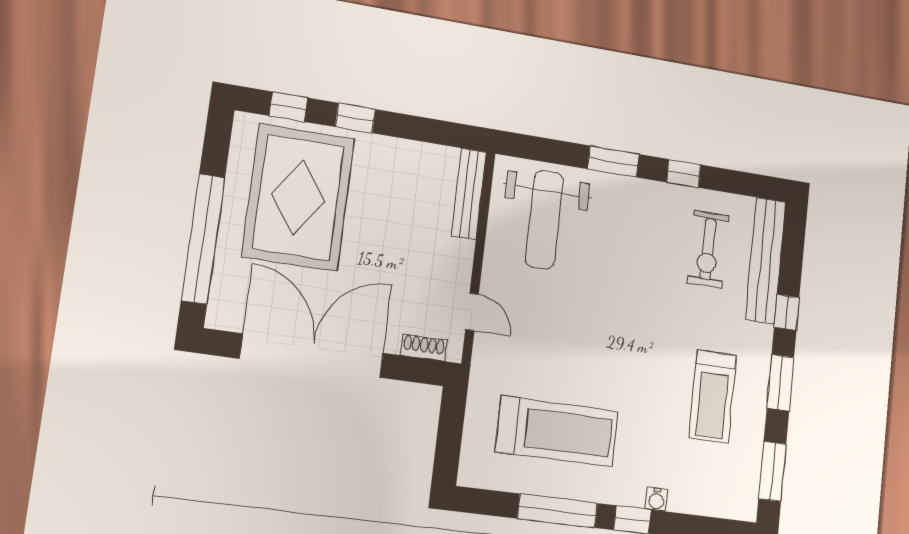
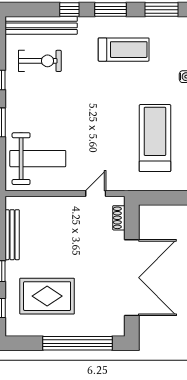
bench: (469, 194) -> (12, 235), moved, turned 90
rug: (298, 197) -> (47, 296), width x0.73, depth x0.69
double door: (312, 356) -> (132, 278), swing flipped

